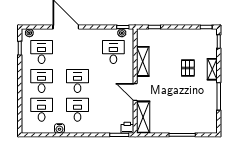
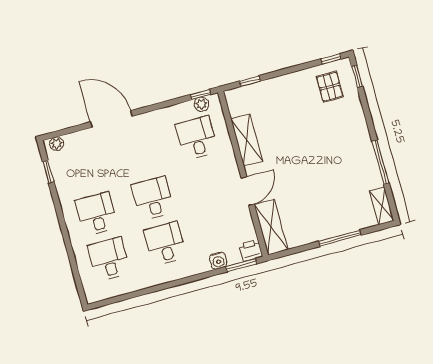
desk: (42, 52) -> (84, 169), removed
pallet: (188, 68) -> (330, 87), moved
shelving: (212, 69) -> (382, 206), moved
door: (135, 92) -> (248, 191), swing flipped
water cooler: (59, 128) -> (218, 261), moved

